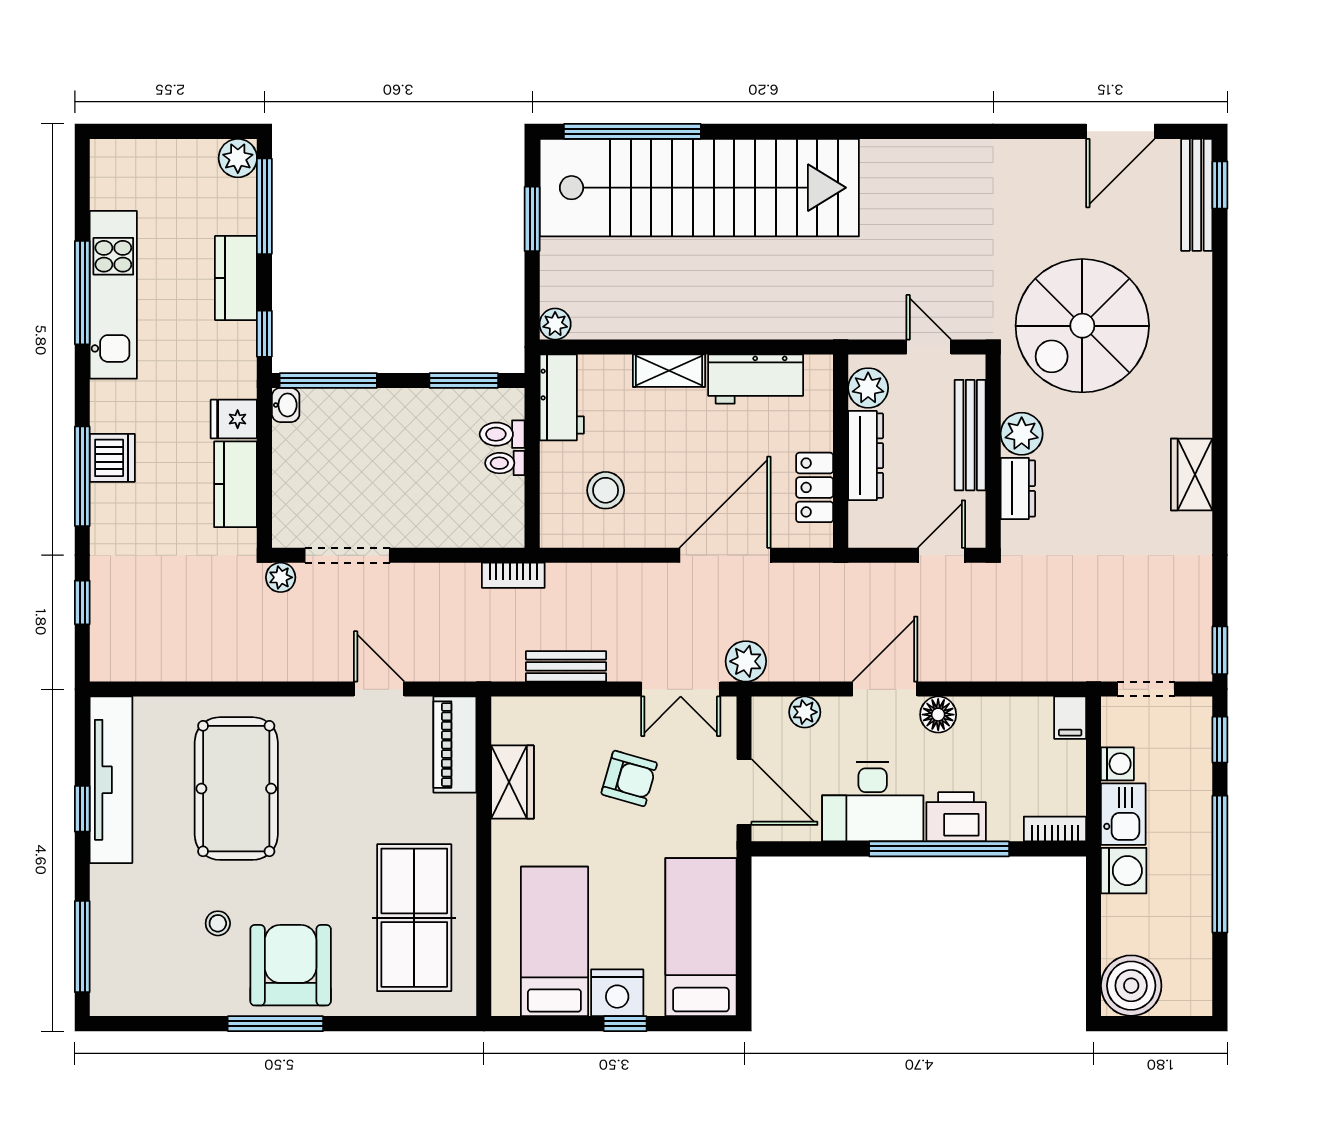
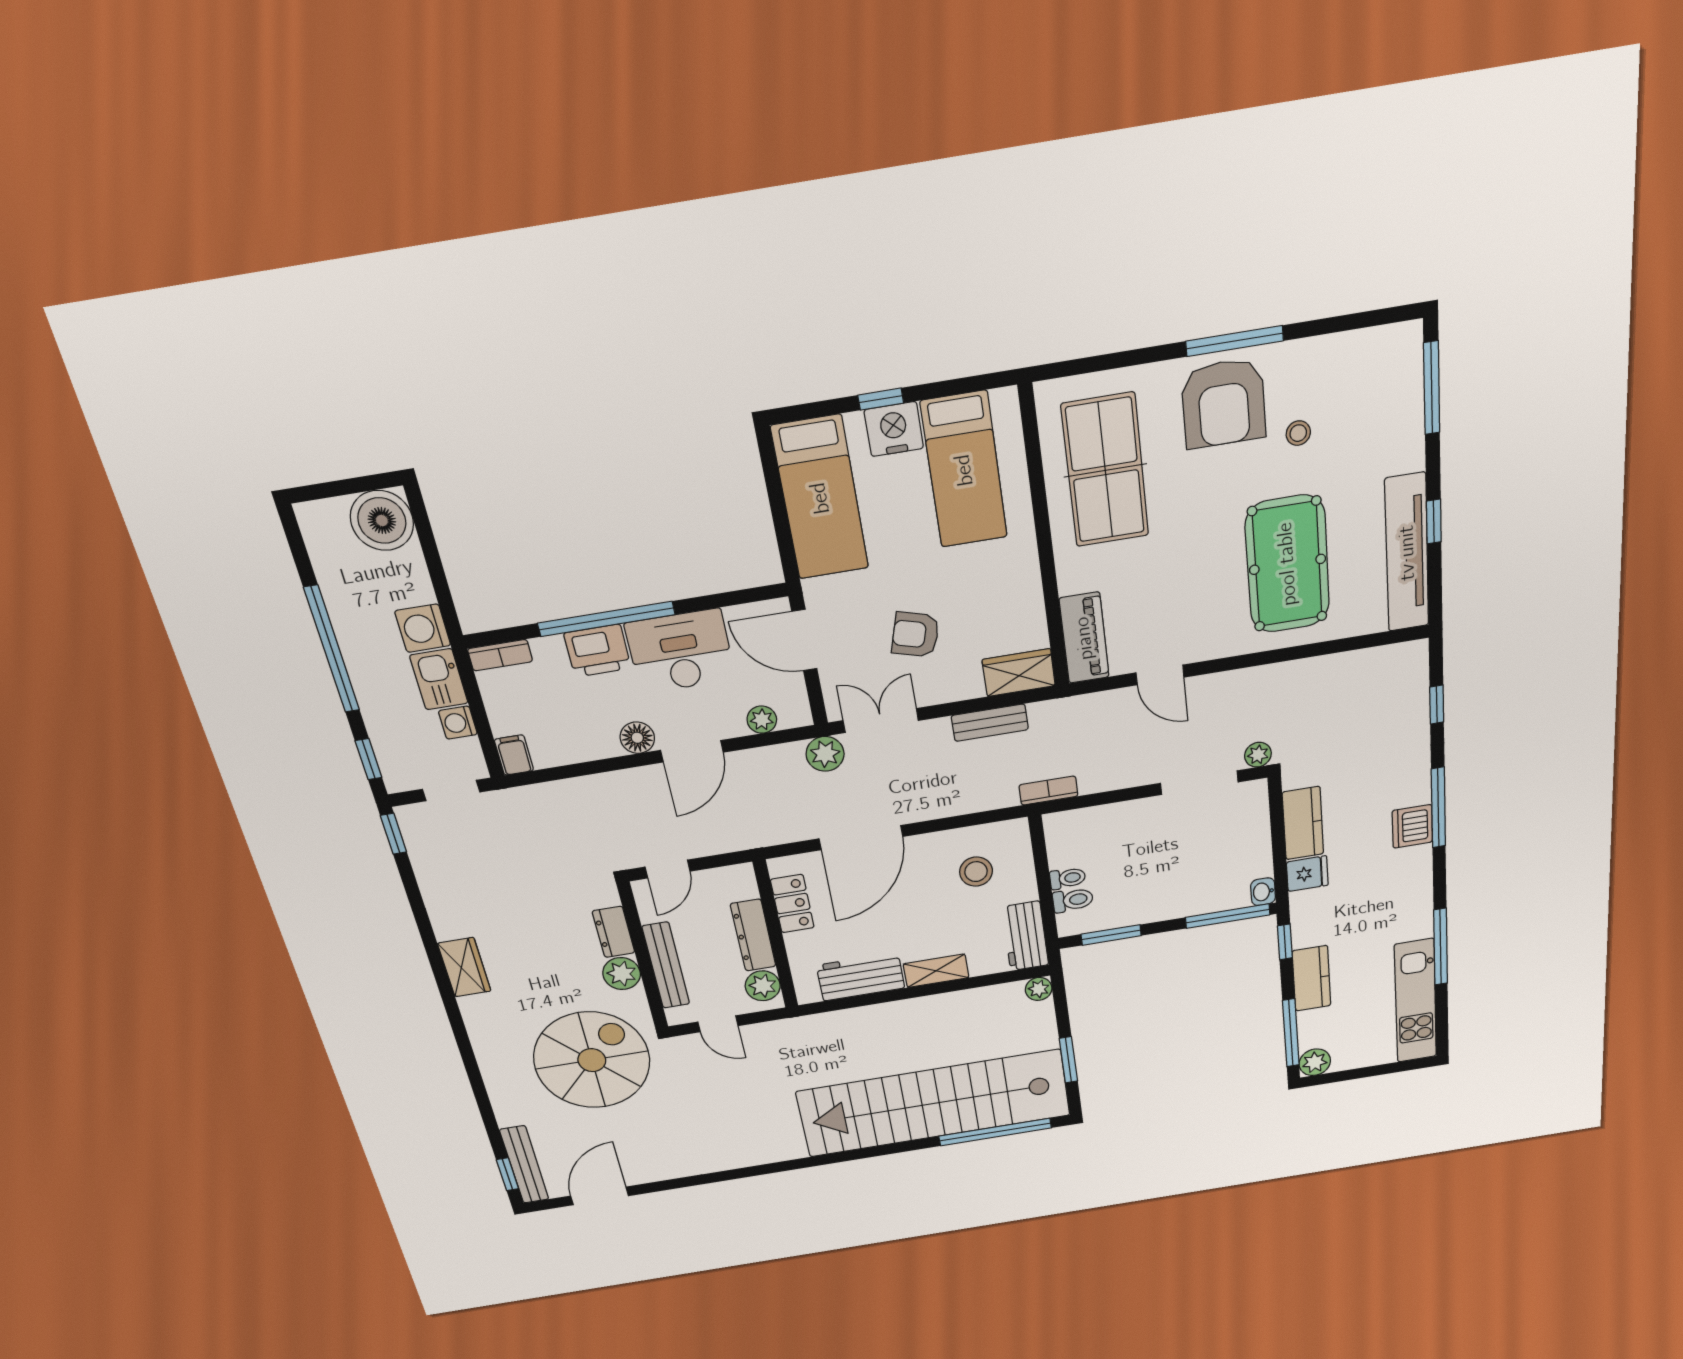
kitchen unit: (113, 295) -> (1416, 1001), moved
wardrobe: (512, 782) -> (1019, 673), moved, turned 90

